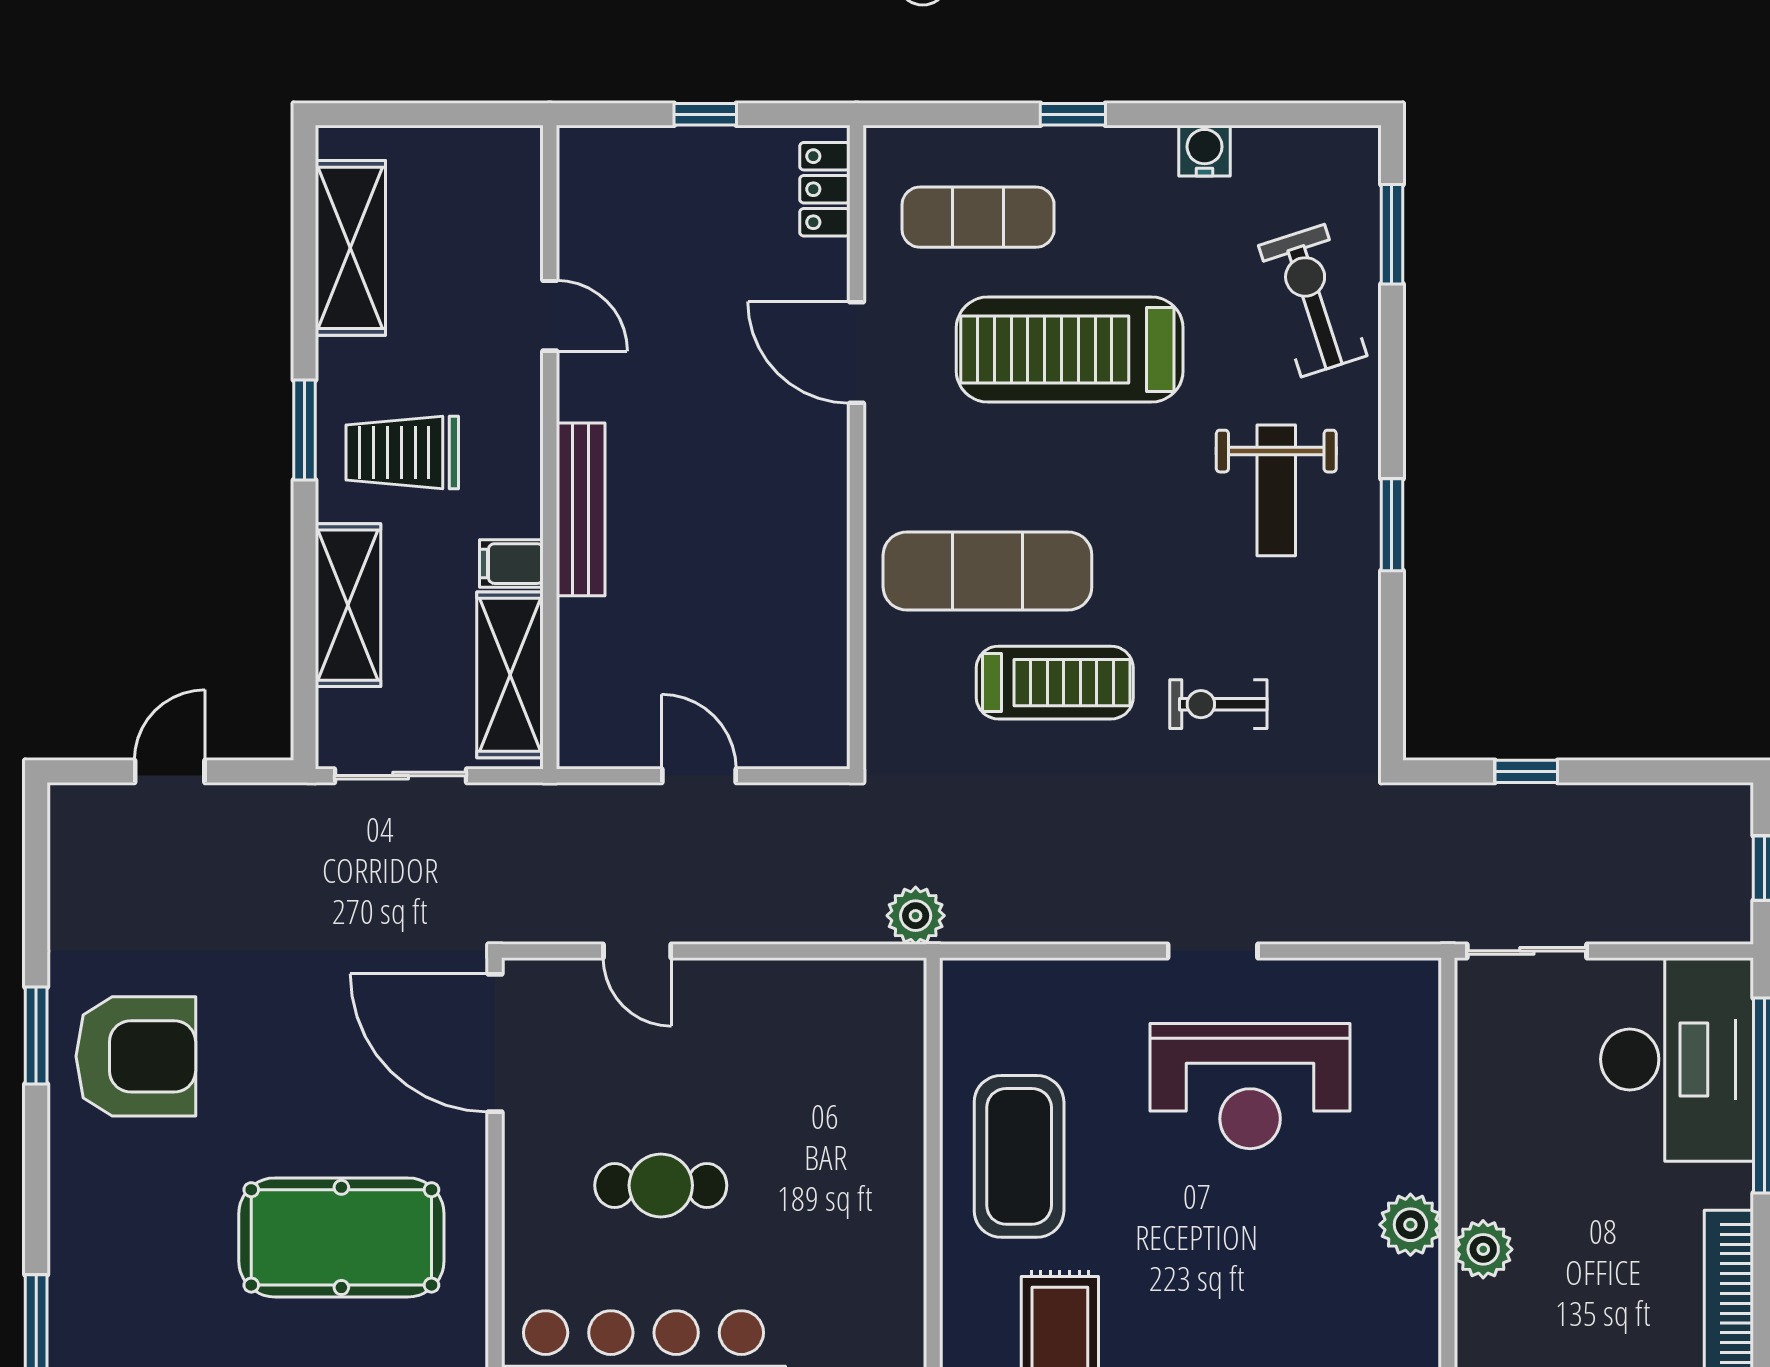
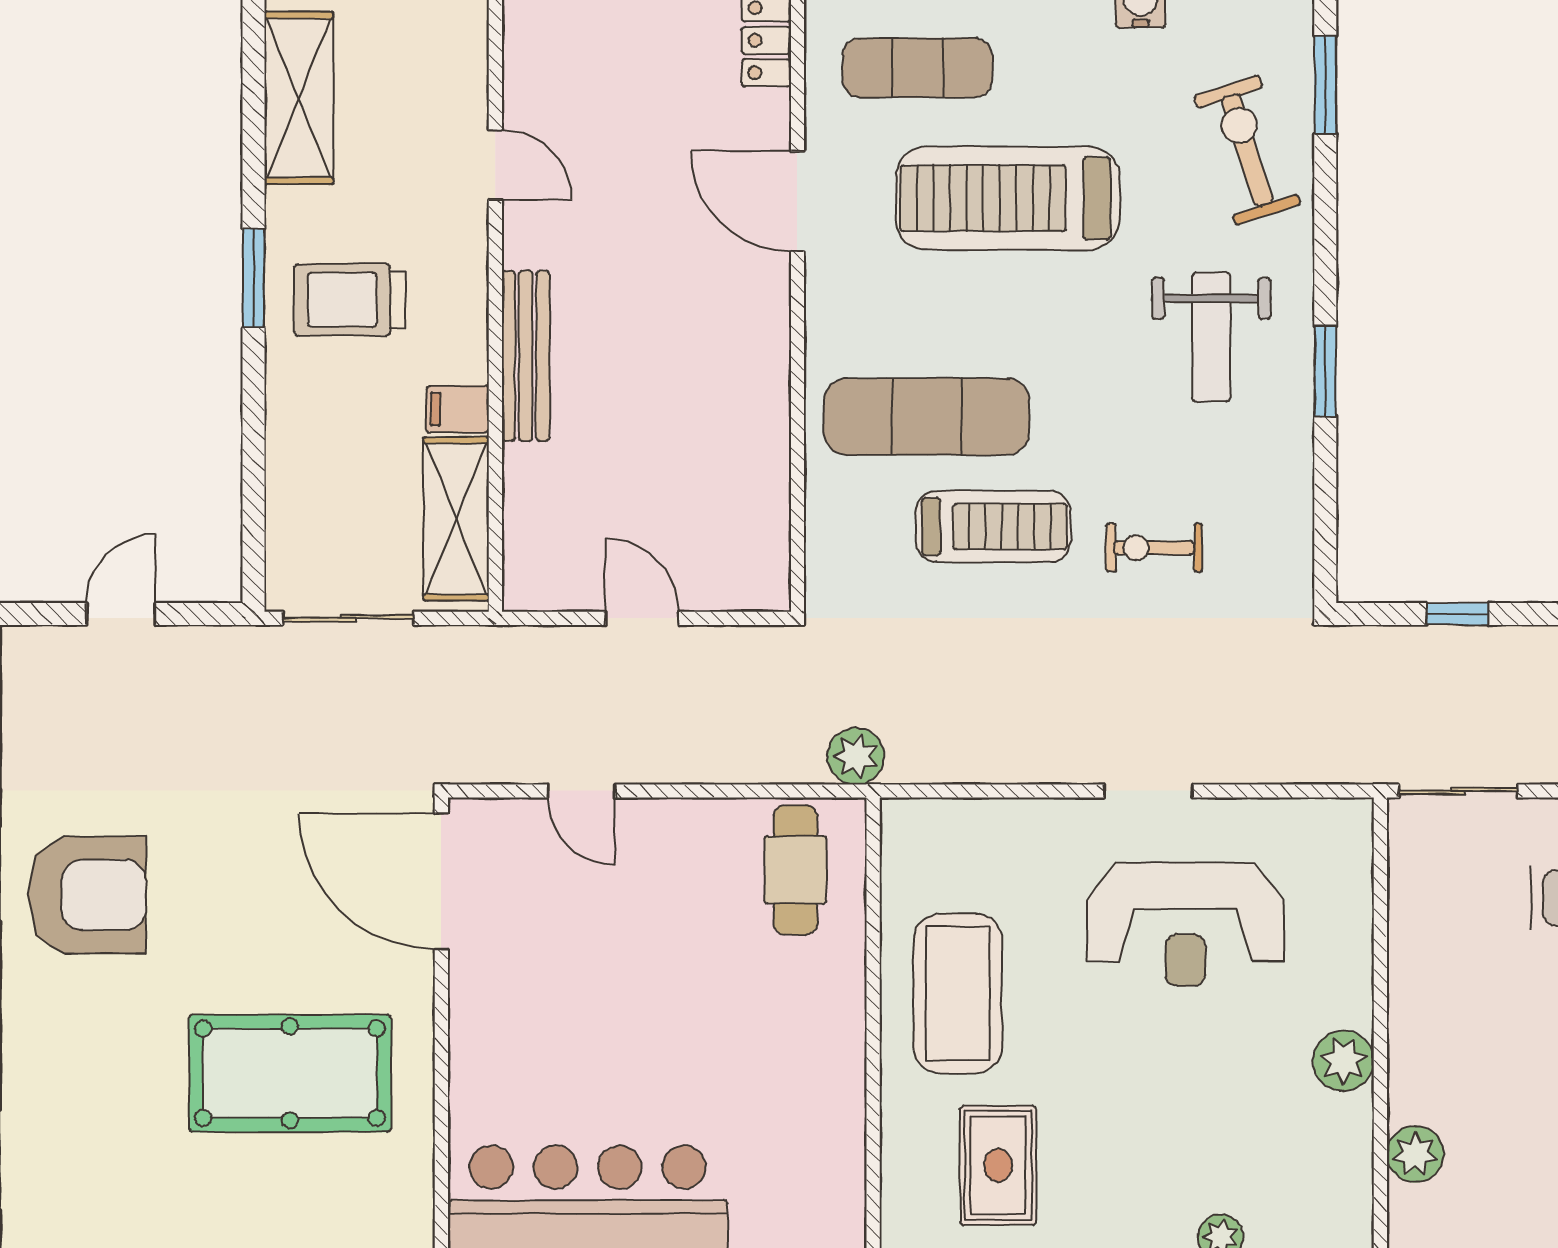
shelving: (348, 605) -> (296, 450), removed
cafe table: (661, 1185) -> (795, 870), moved, turned 90
plant: (1483, 1249) -> (1415, 1154), moved

